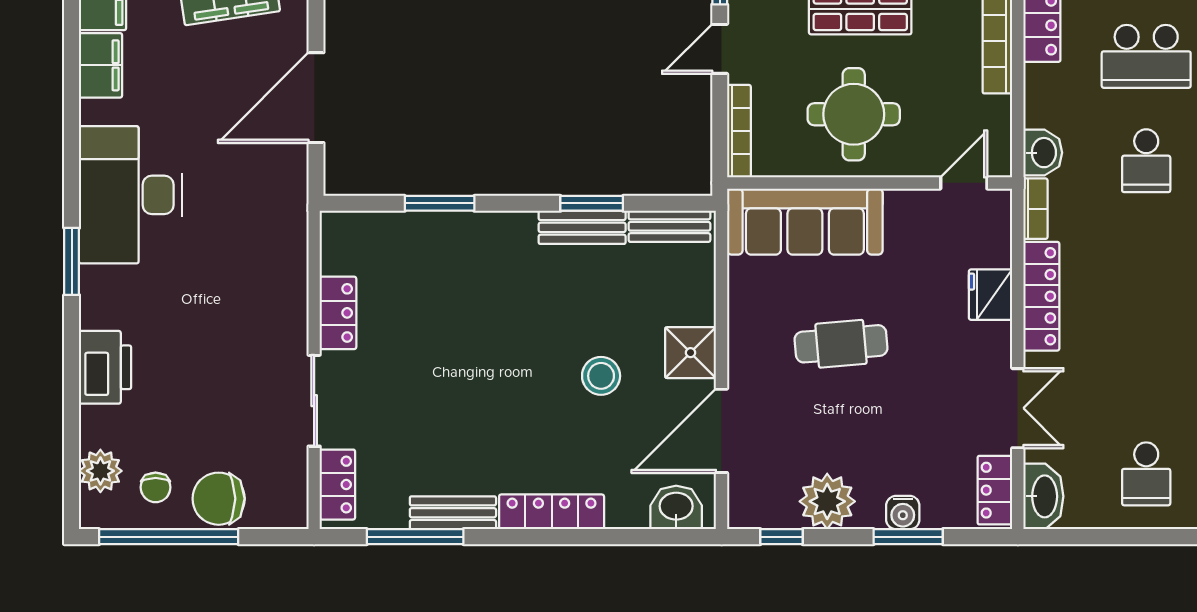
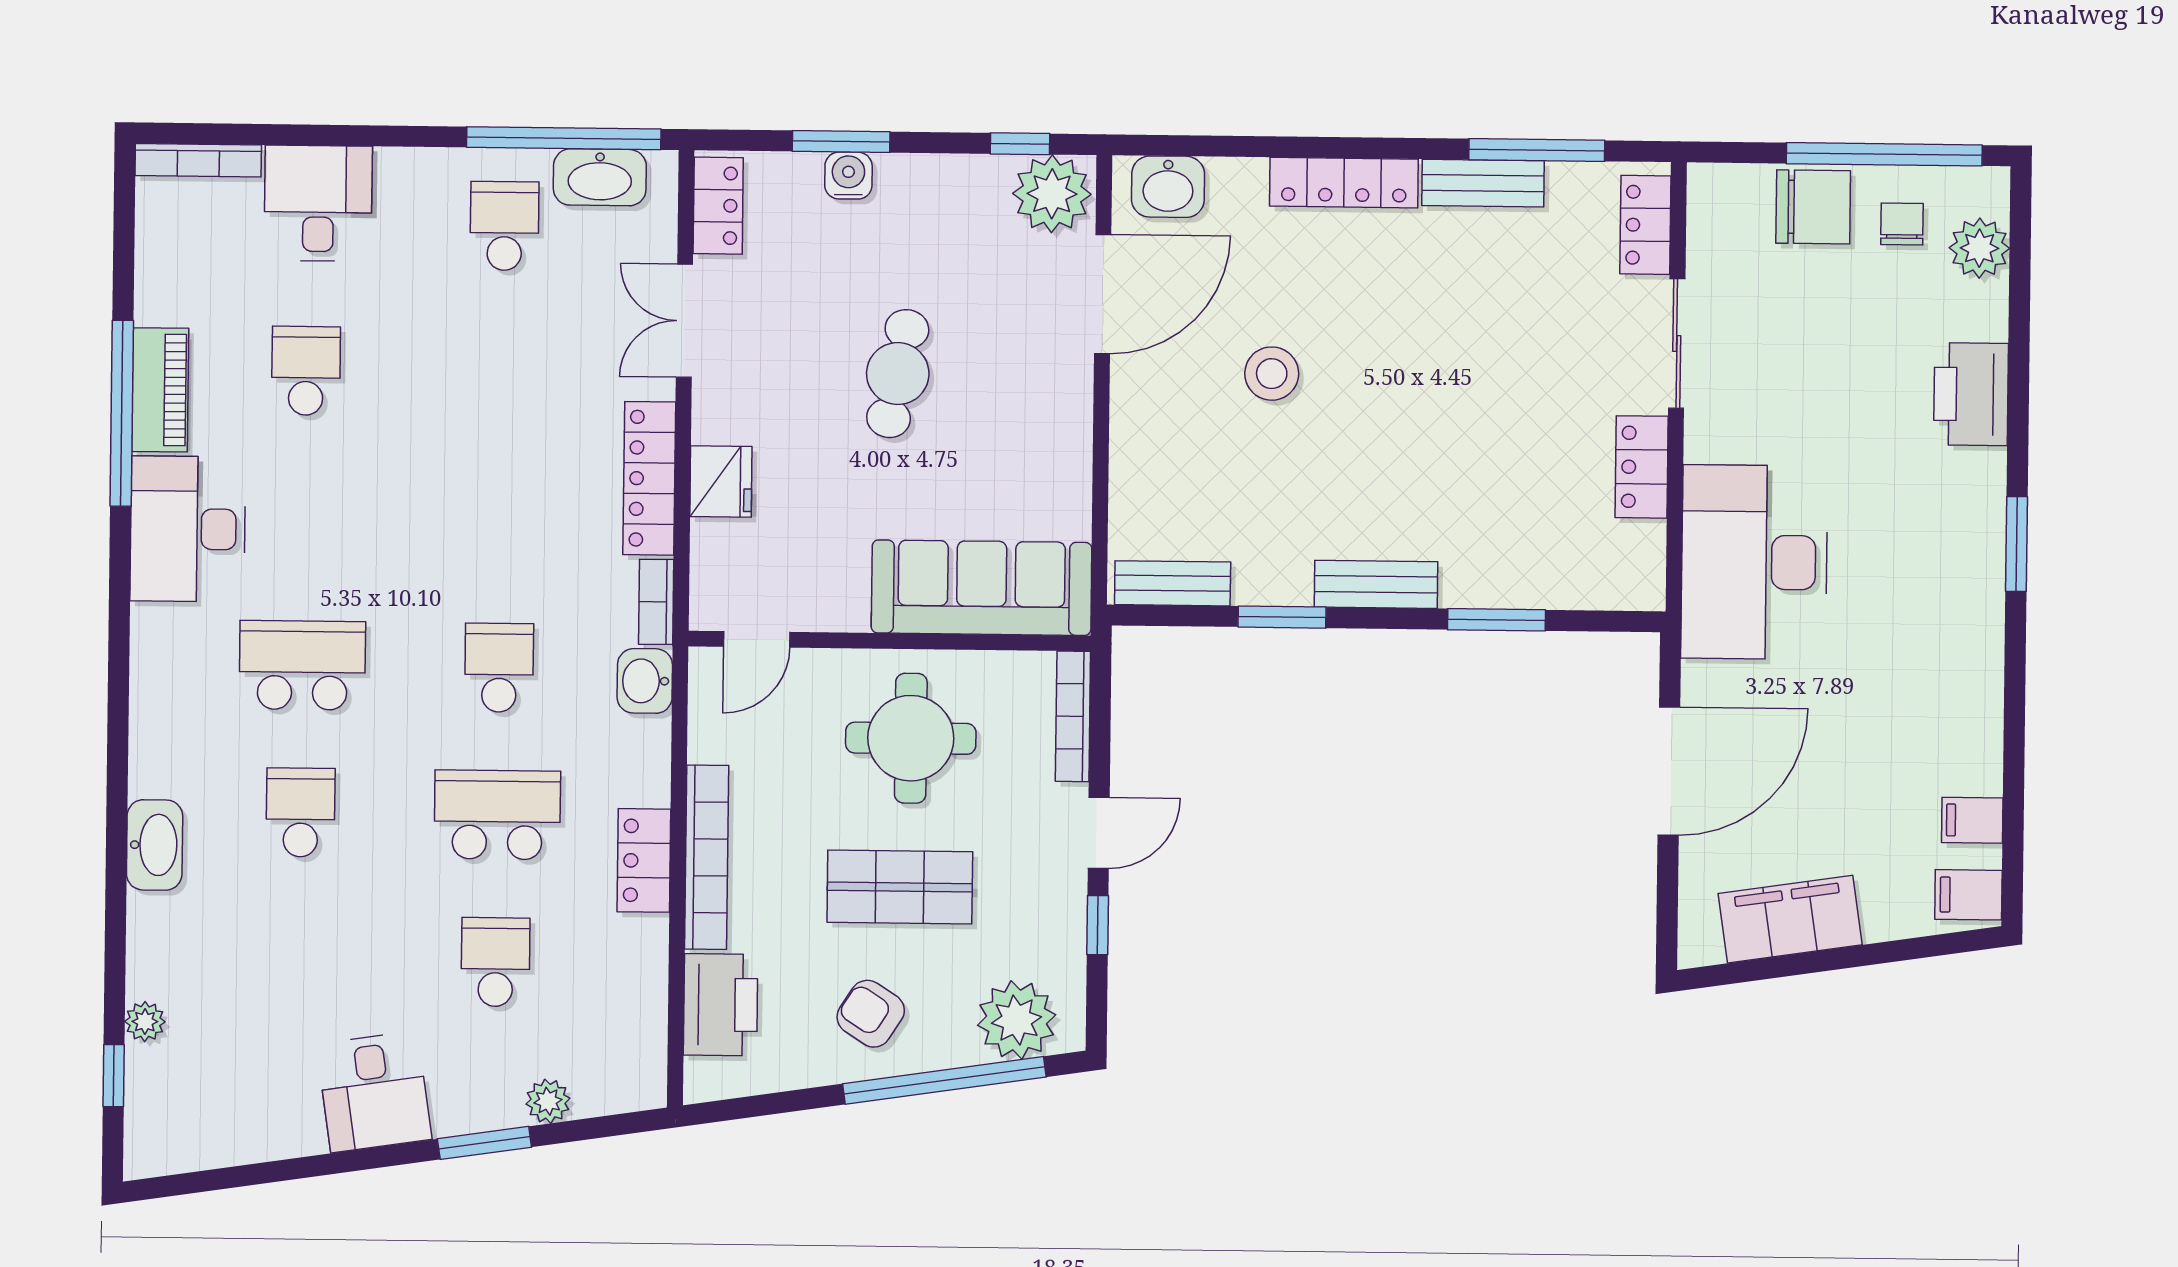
filing cabinet: (101, 65) -> (1972, 820), width x0.50
desk: (130, 195) -> (1754, 562), moved, turned 180
bench: (582, 227) -> (1376, 584), moved
cafe table: (841, 344) -> (898, 374), moved, turned -74
shower: (691, 353) -> (1145, 405), removed
washbasin: (1043, 496) -> (600, 177), moved, turned -90
plant: (827, 501) -> (1052, 194), moved
window: (1105, 537) -> (564, 138), added

